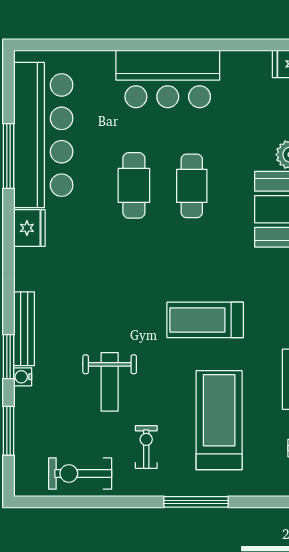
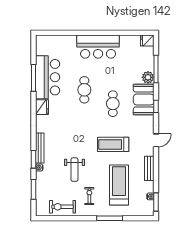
bar counter: (43, 135) -> (48, 77), width x0.73
cafe table: (192, 186) -> (113, 104), moved

